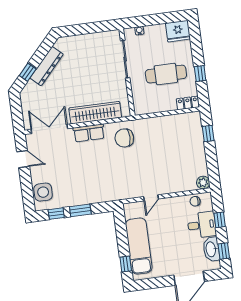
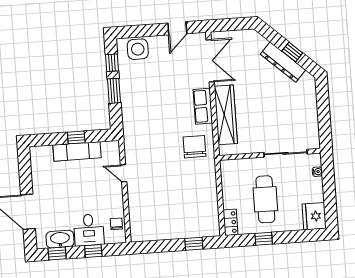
window: (28, 72) -> (292, 52), moved
plant: (203, 182) -> (138, 235), removed
exam couch: (139, 246) -> (77, 151), width x0.73, depth x0.69
window: (126, 264) -> (76, 137), moved

